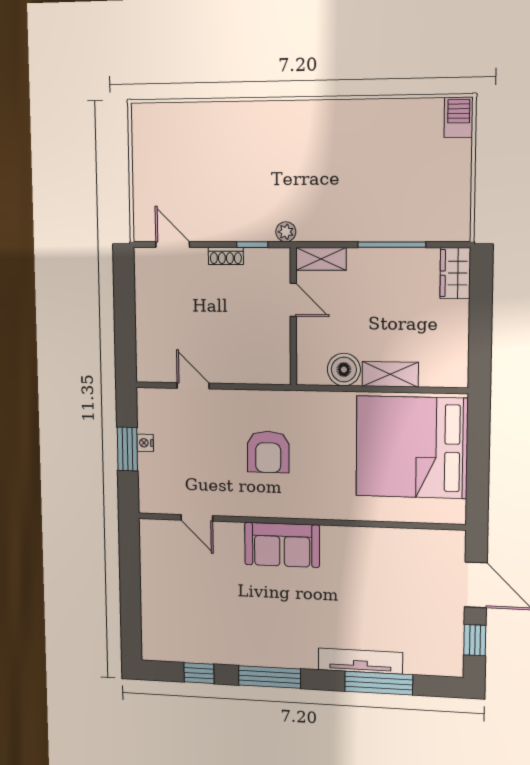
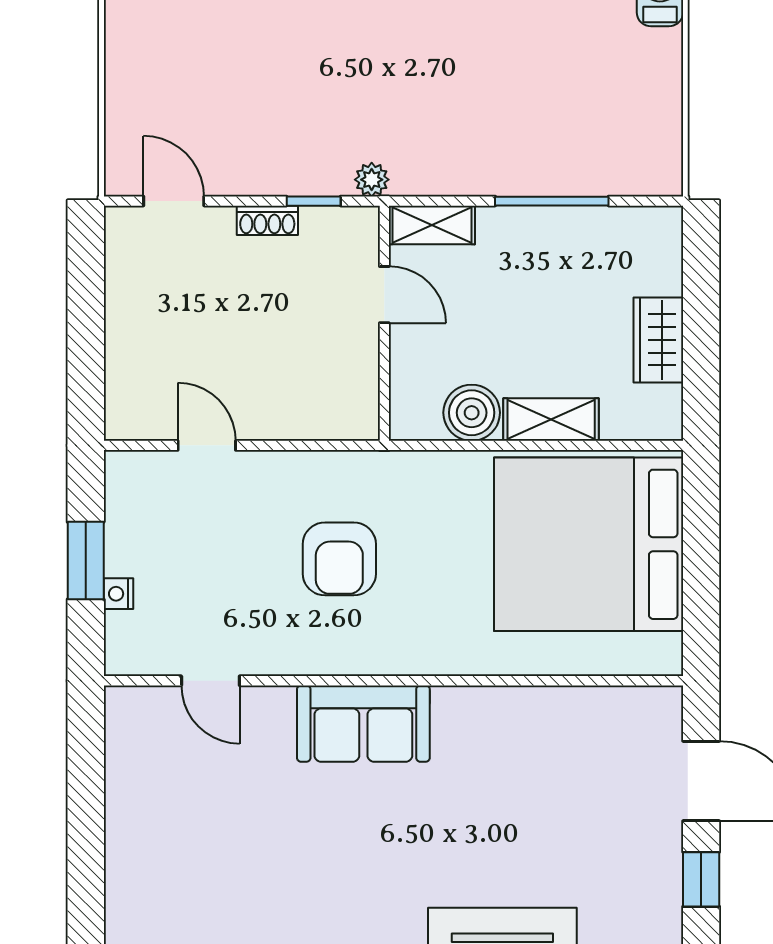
wardrobe: (455, 273) -> (658, 340), moved
nightstand: (145, 443) -> (118, 594), moved

